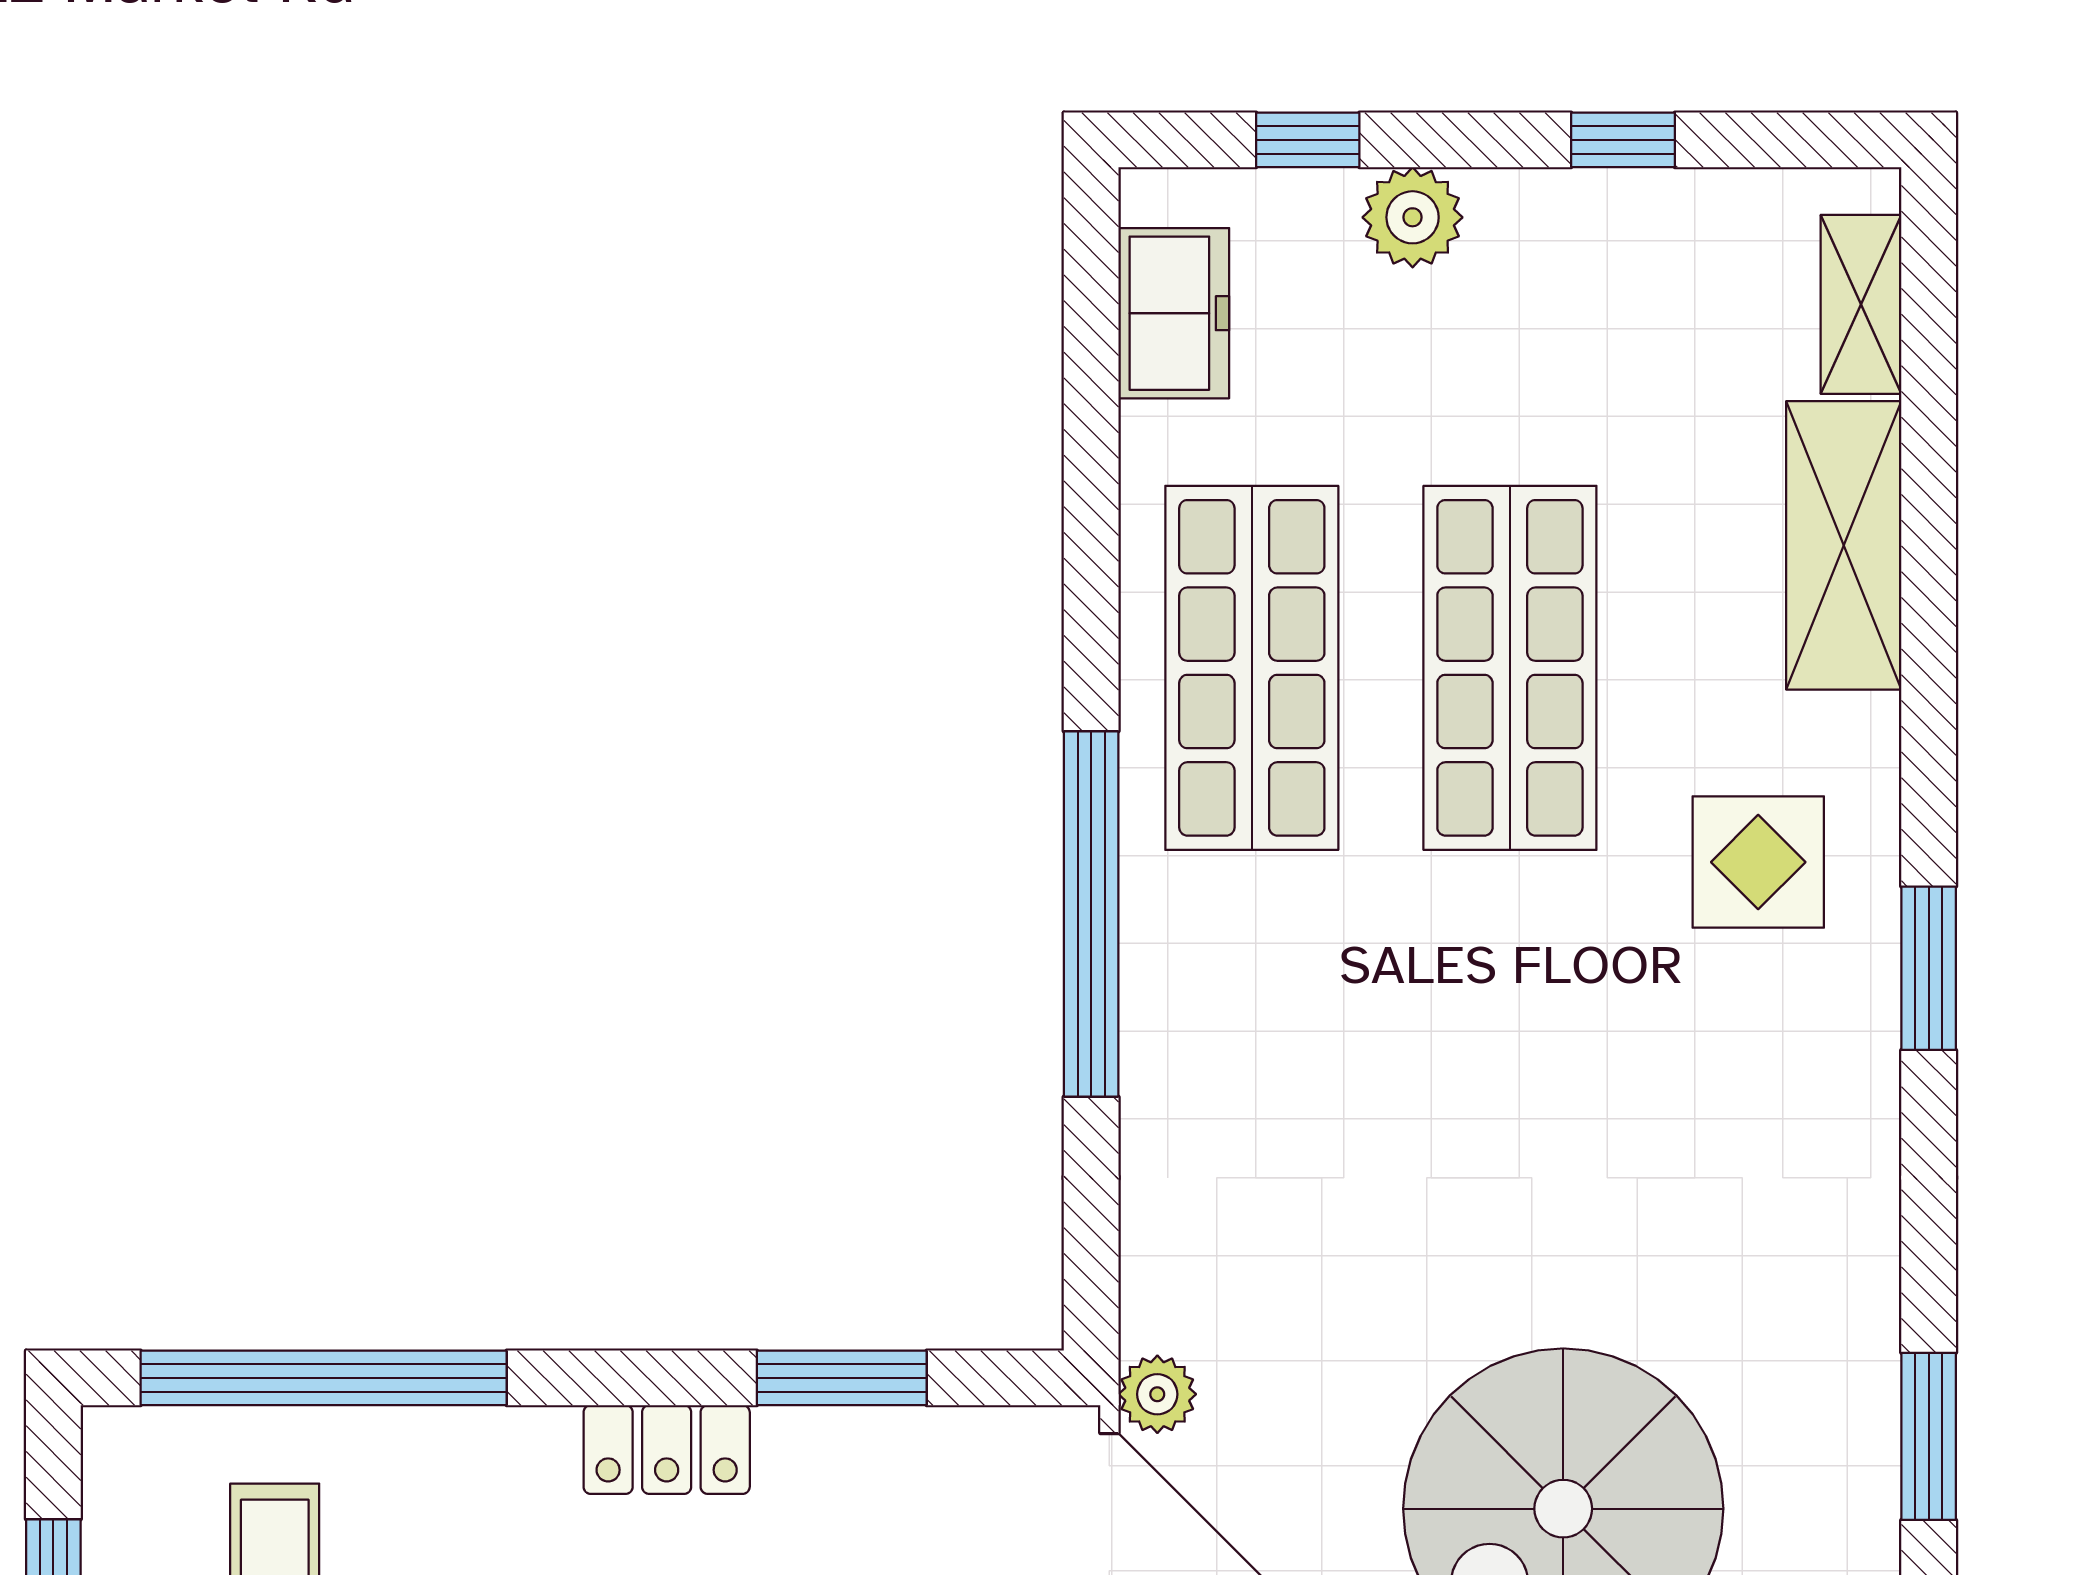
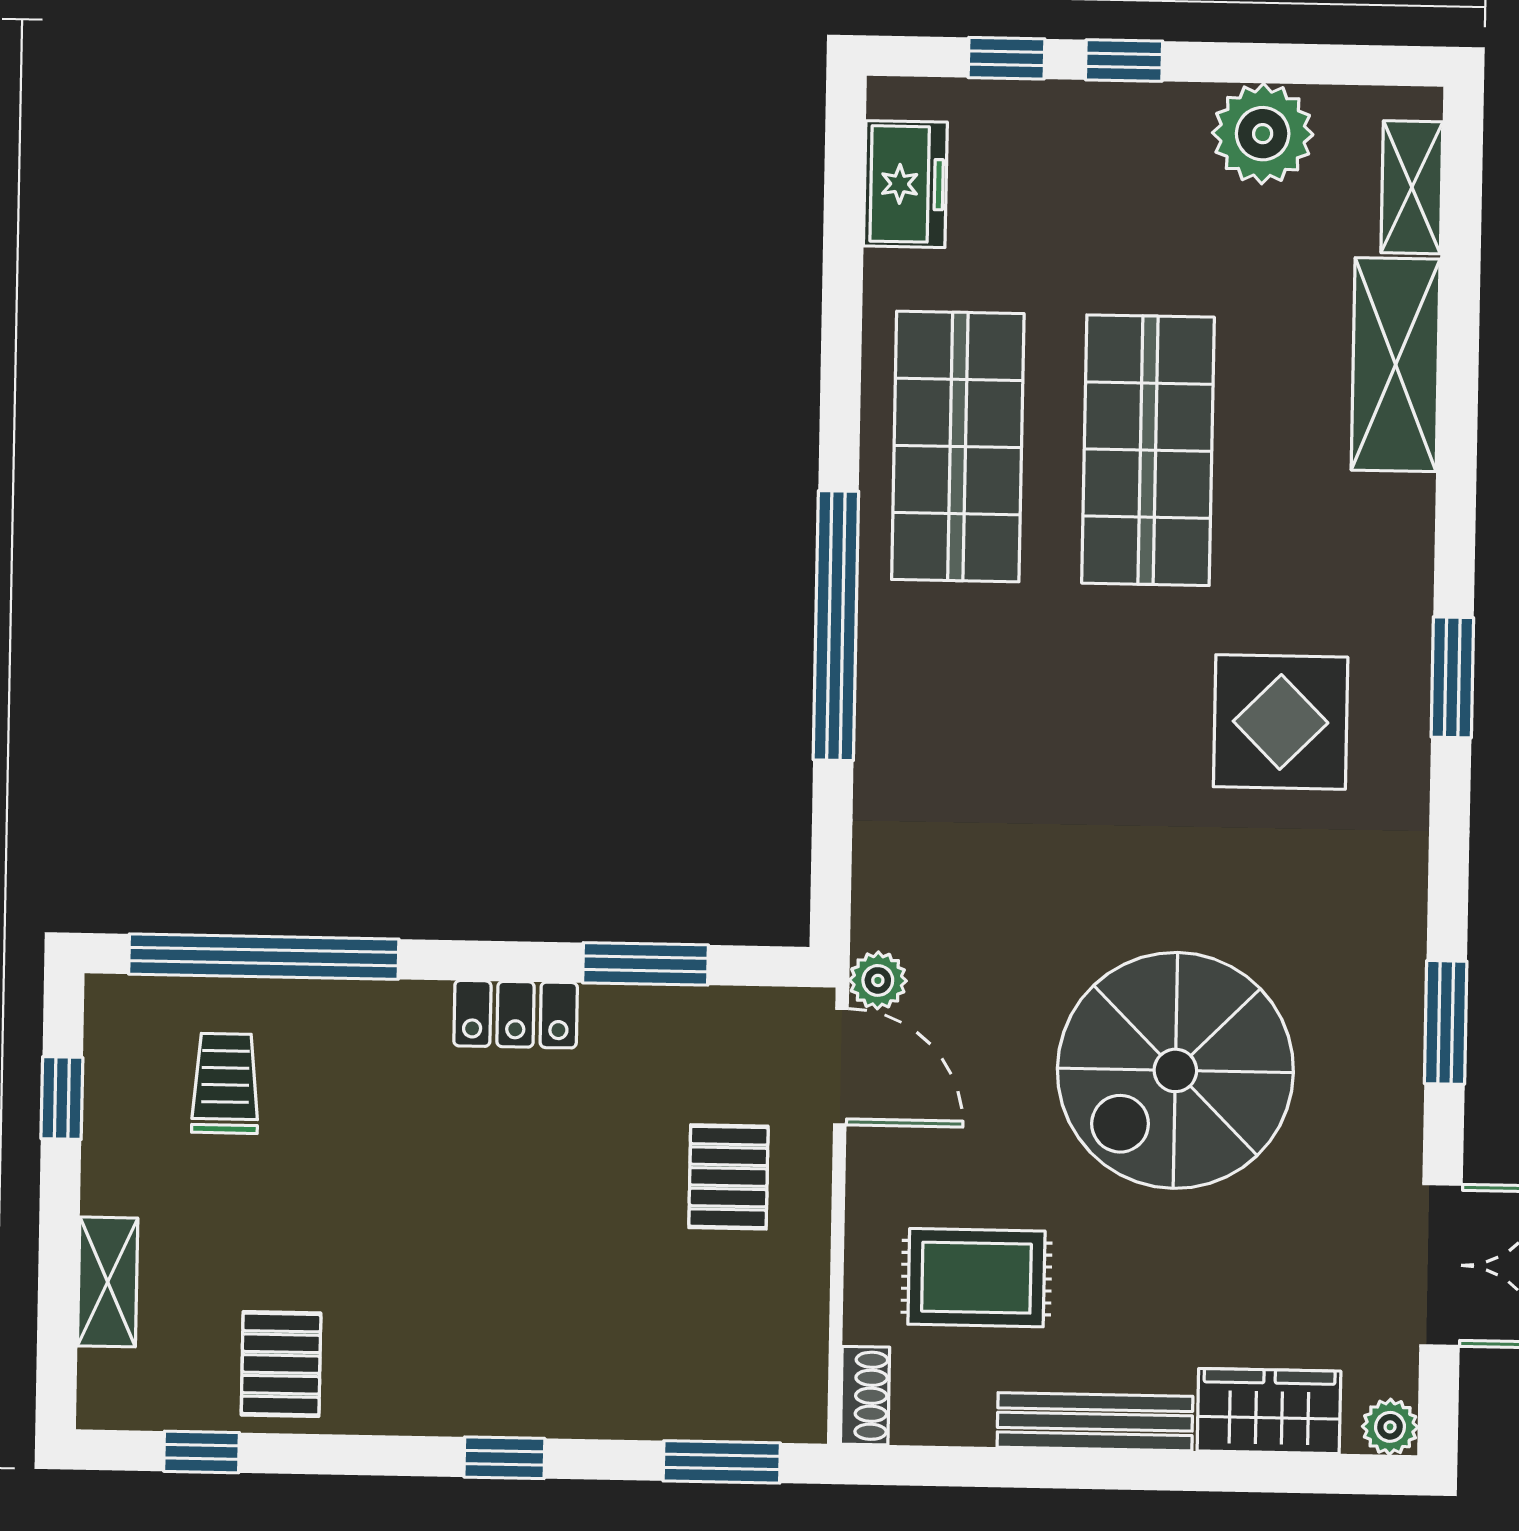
window: (1623, 140) -> (1124, 60), moved
plant: (1413, 217) -> (1263, 134), moved, width x1.36, depth x1.36
display table: (1758, 862) -> (1281, 722), moved, width x1.36, depth x1.36

